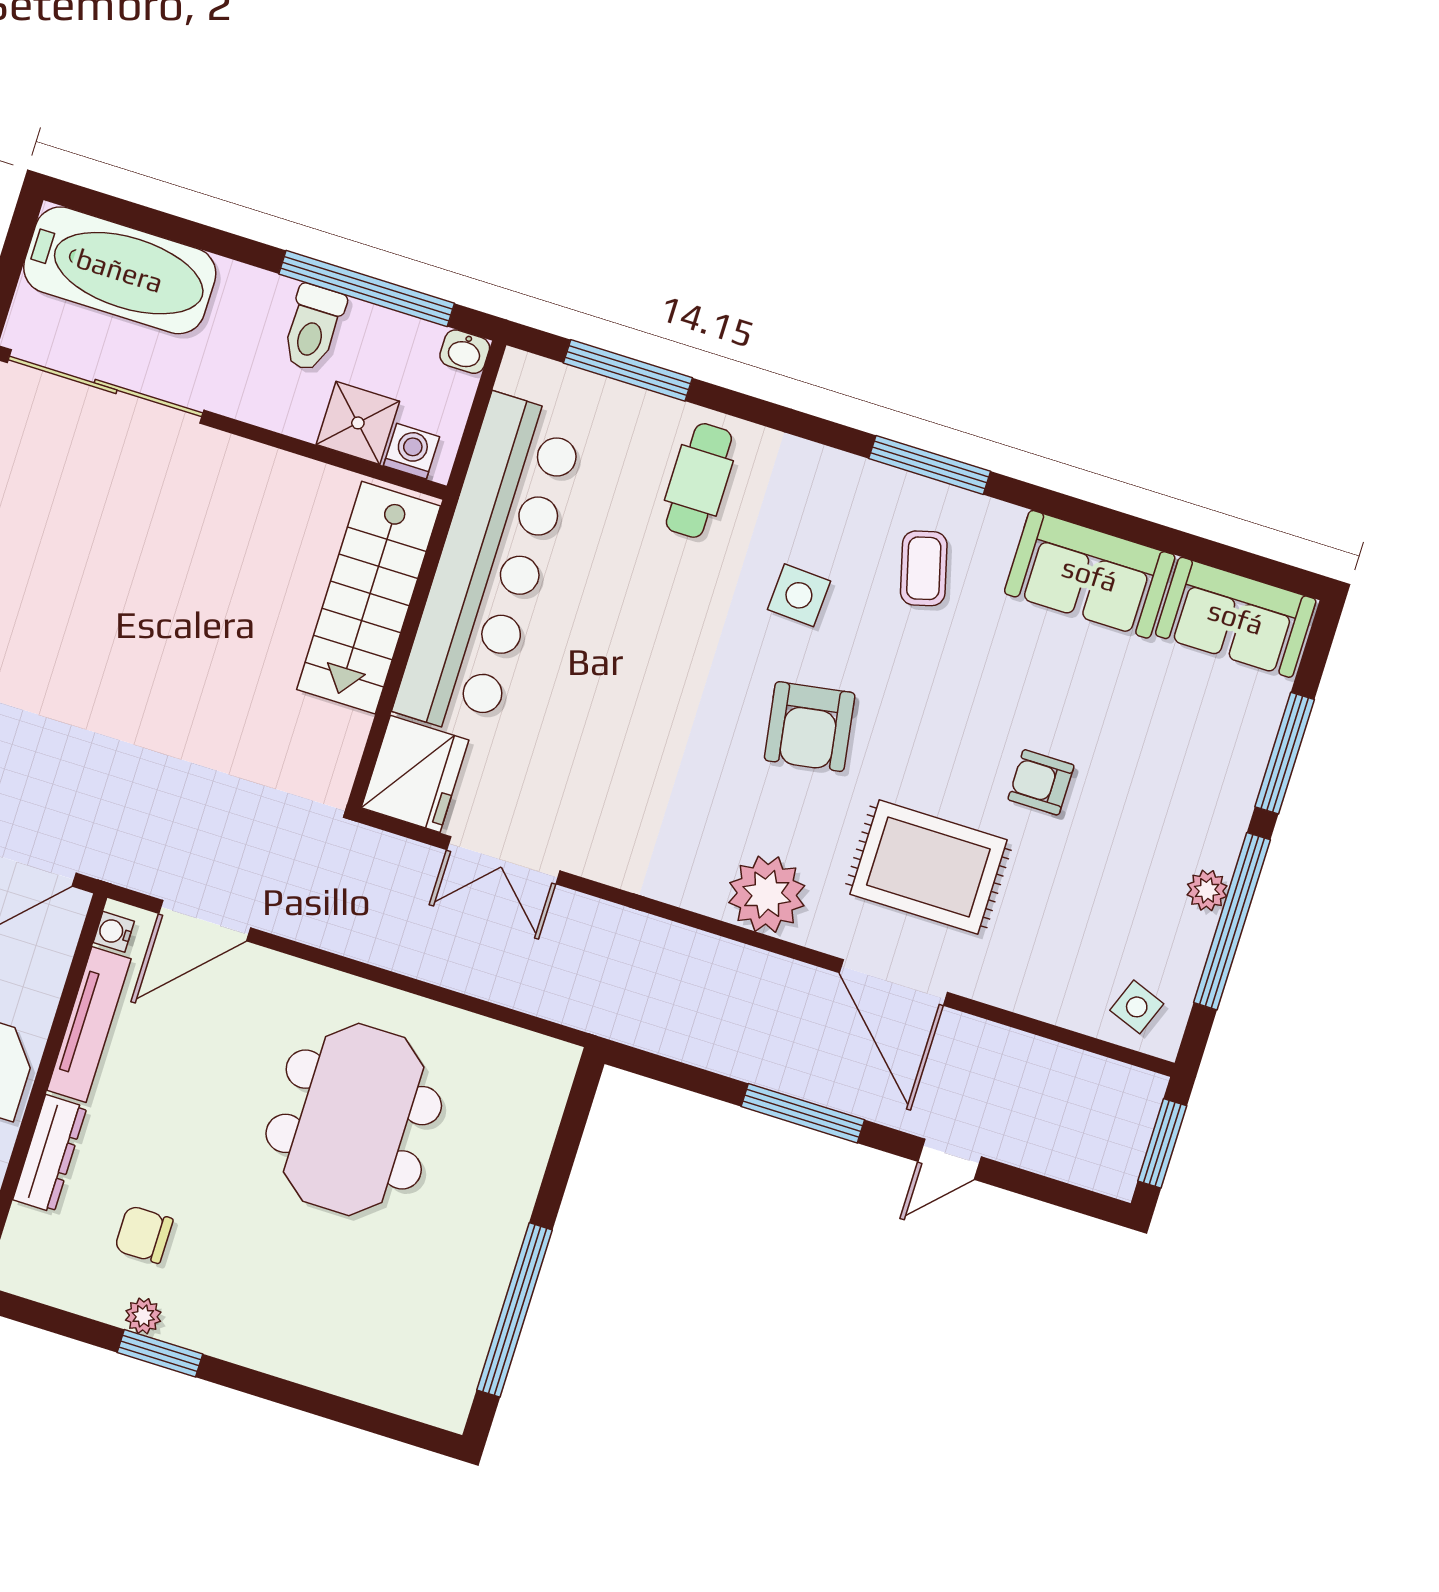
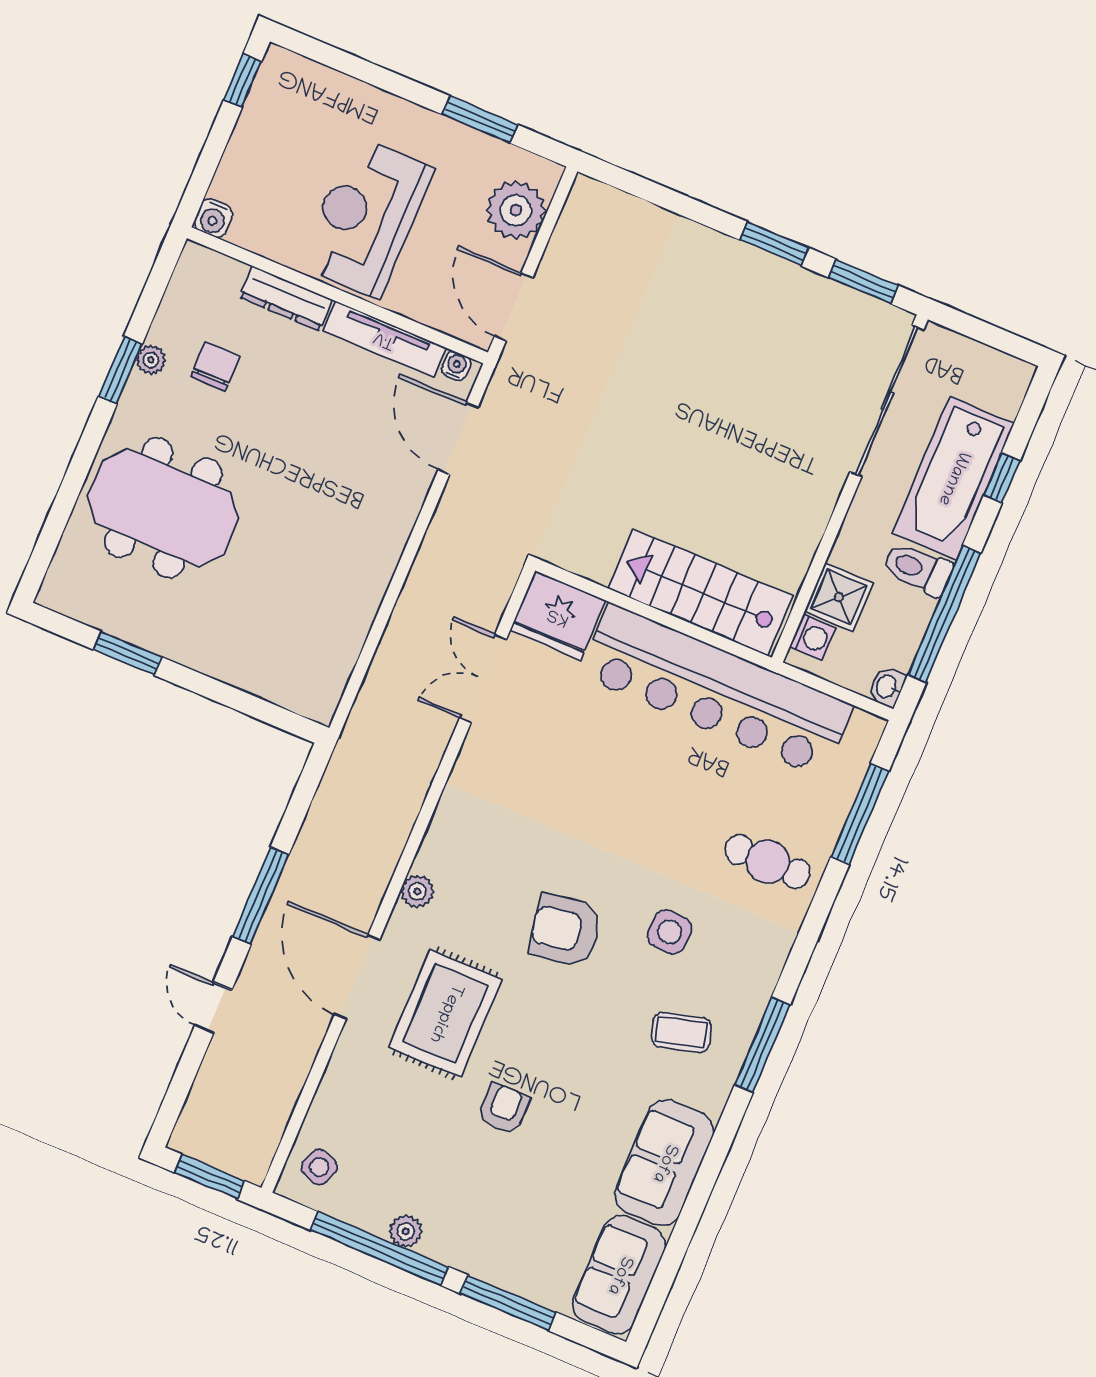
window: (188, 233) -> (1002, 478), added
bathtub: (120, 270) -> (953, 478), moved
plant: (767, 894) -> (417, 891), width x0.53, depth x0.53
door: (893, 982) -> (357, 977), hinge flipped
meeting table: (354, 1119) -> (163, 508), moved
window: (515, 1310) -> (127, 653), width x0.47

